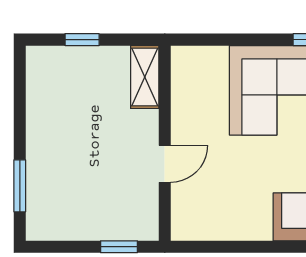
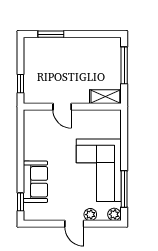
window: (82, 40) -> (124, 65), width x2.17

